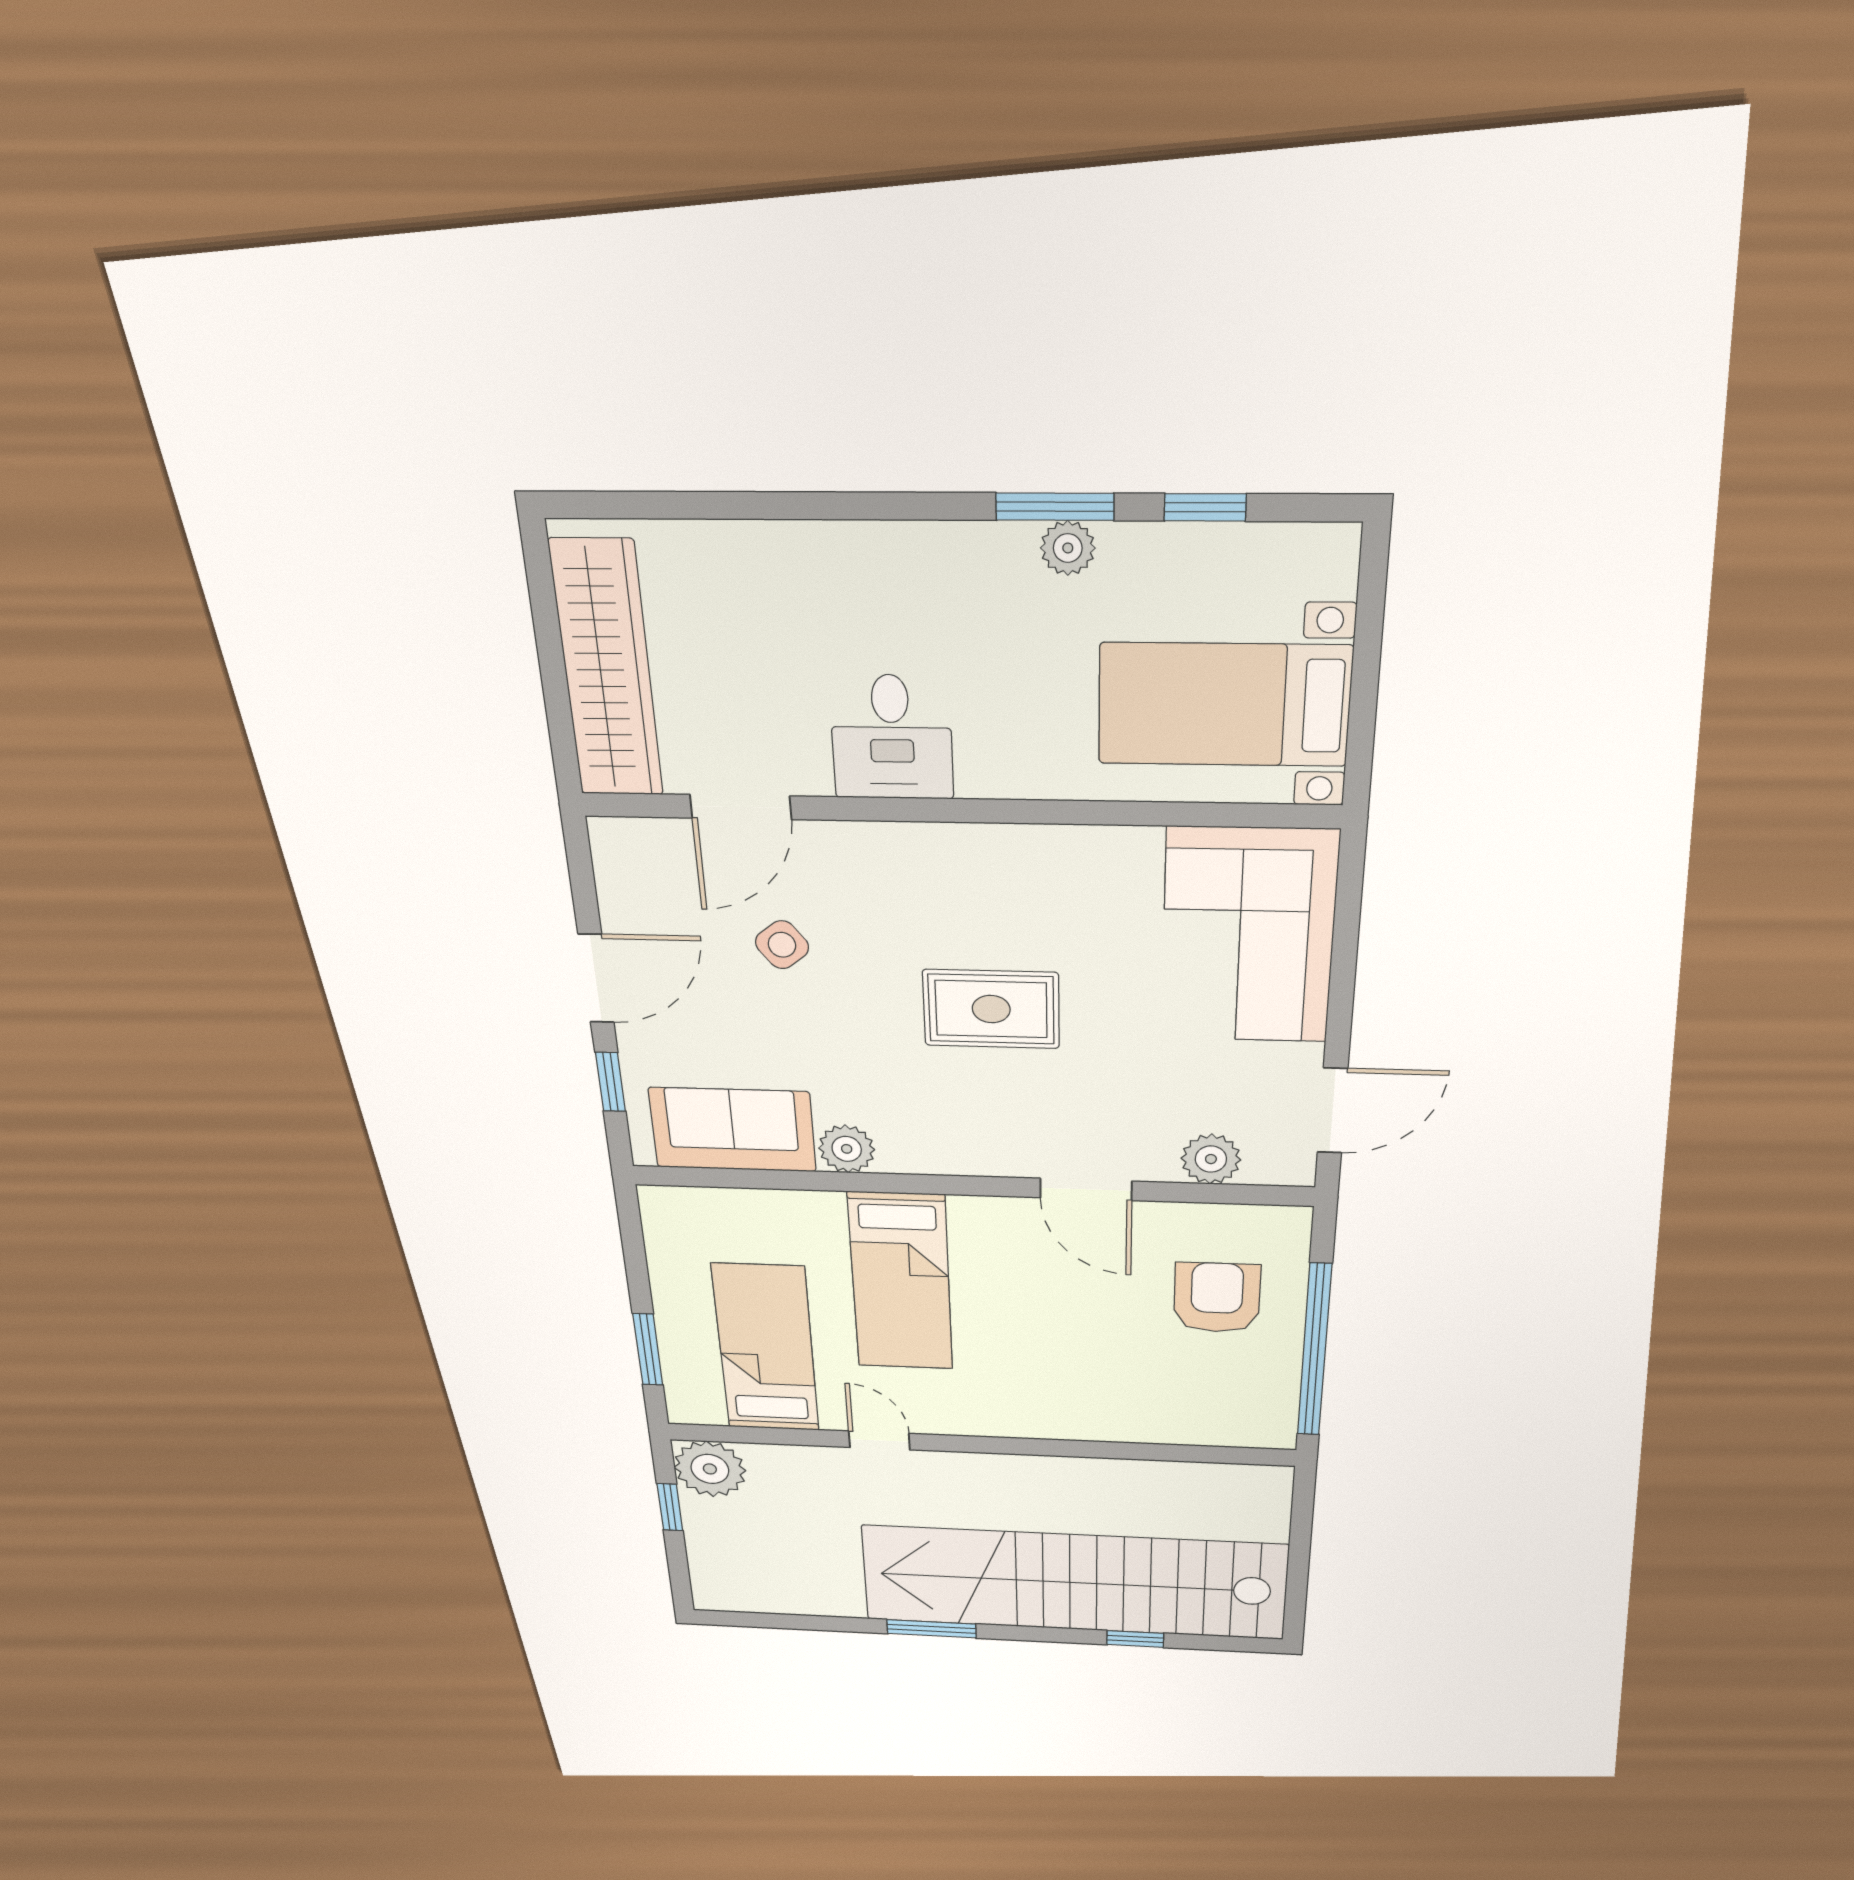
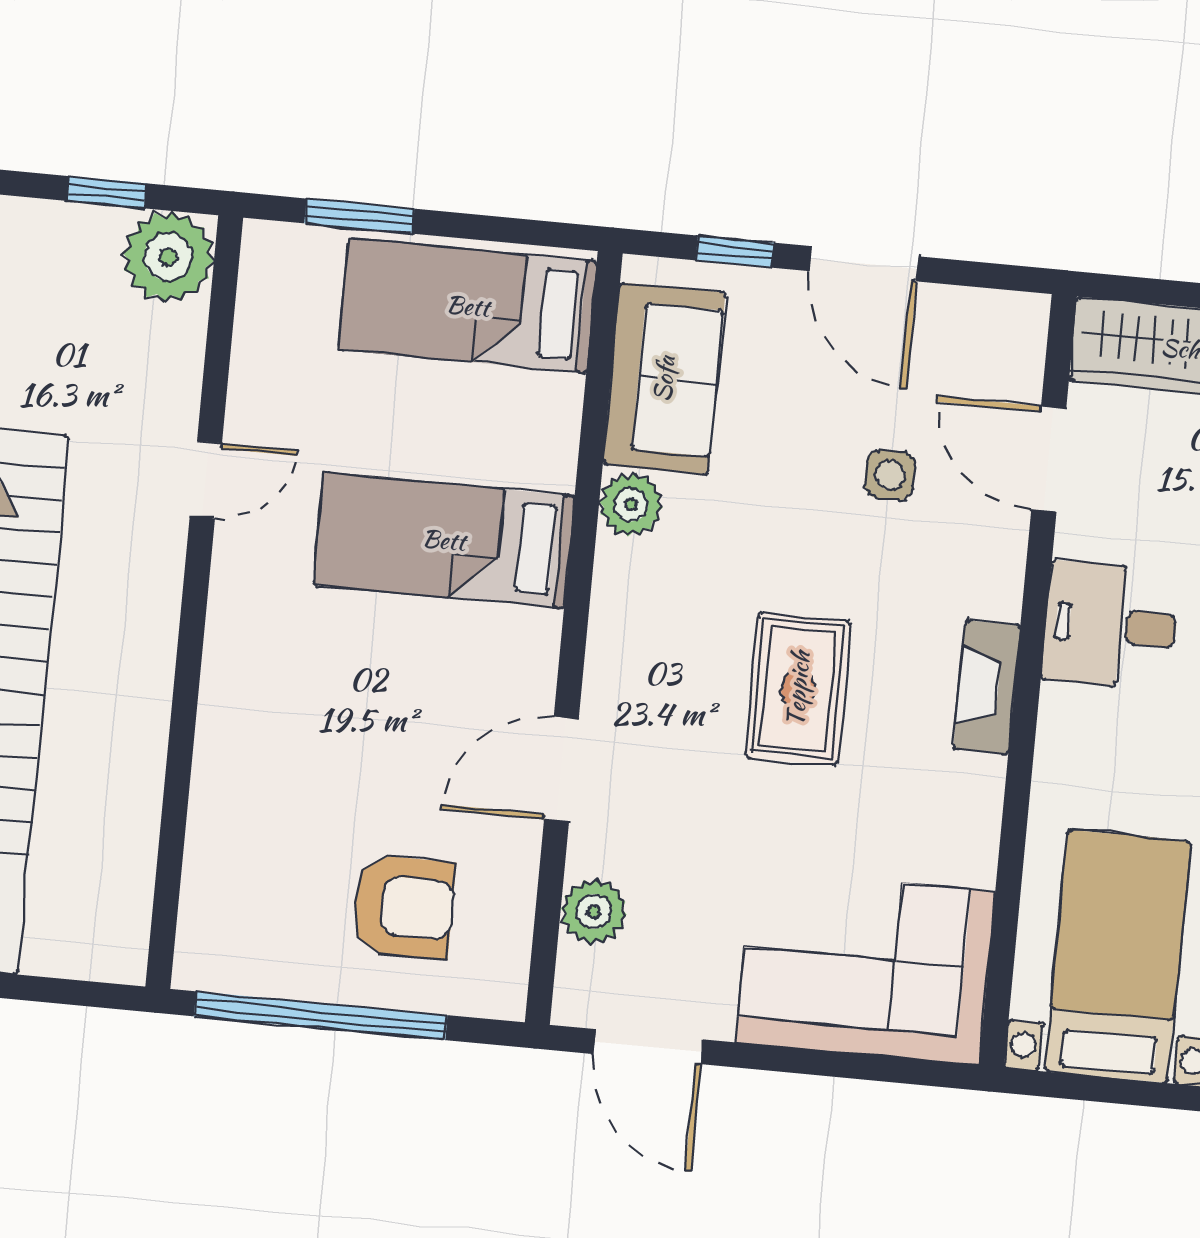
fireplace: (968, 847) -> (987, 687), added
side table: (782, 945) -> (890, 475), turned 38
bed: (766, 1348) -> (468, 306), moved, turned 180

